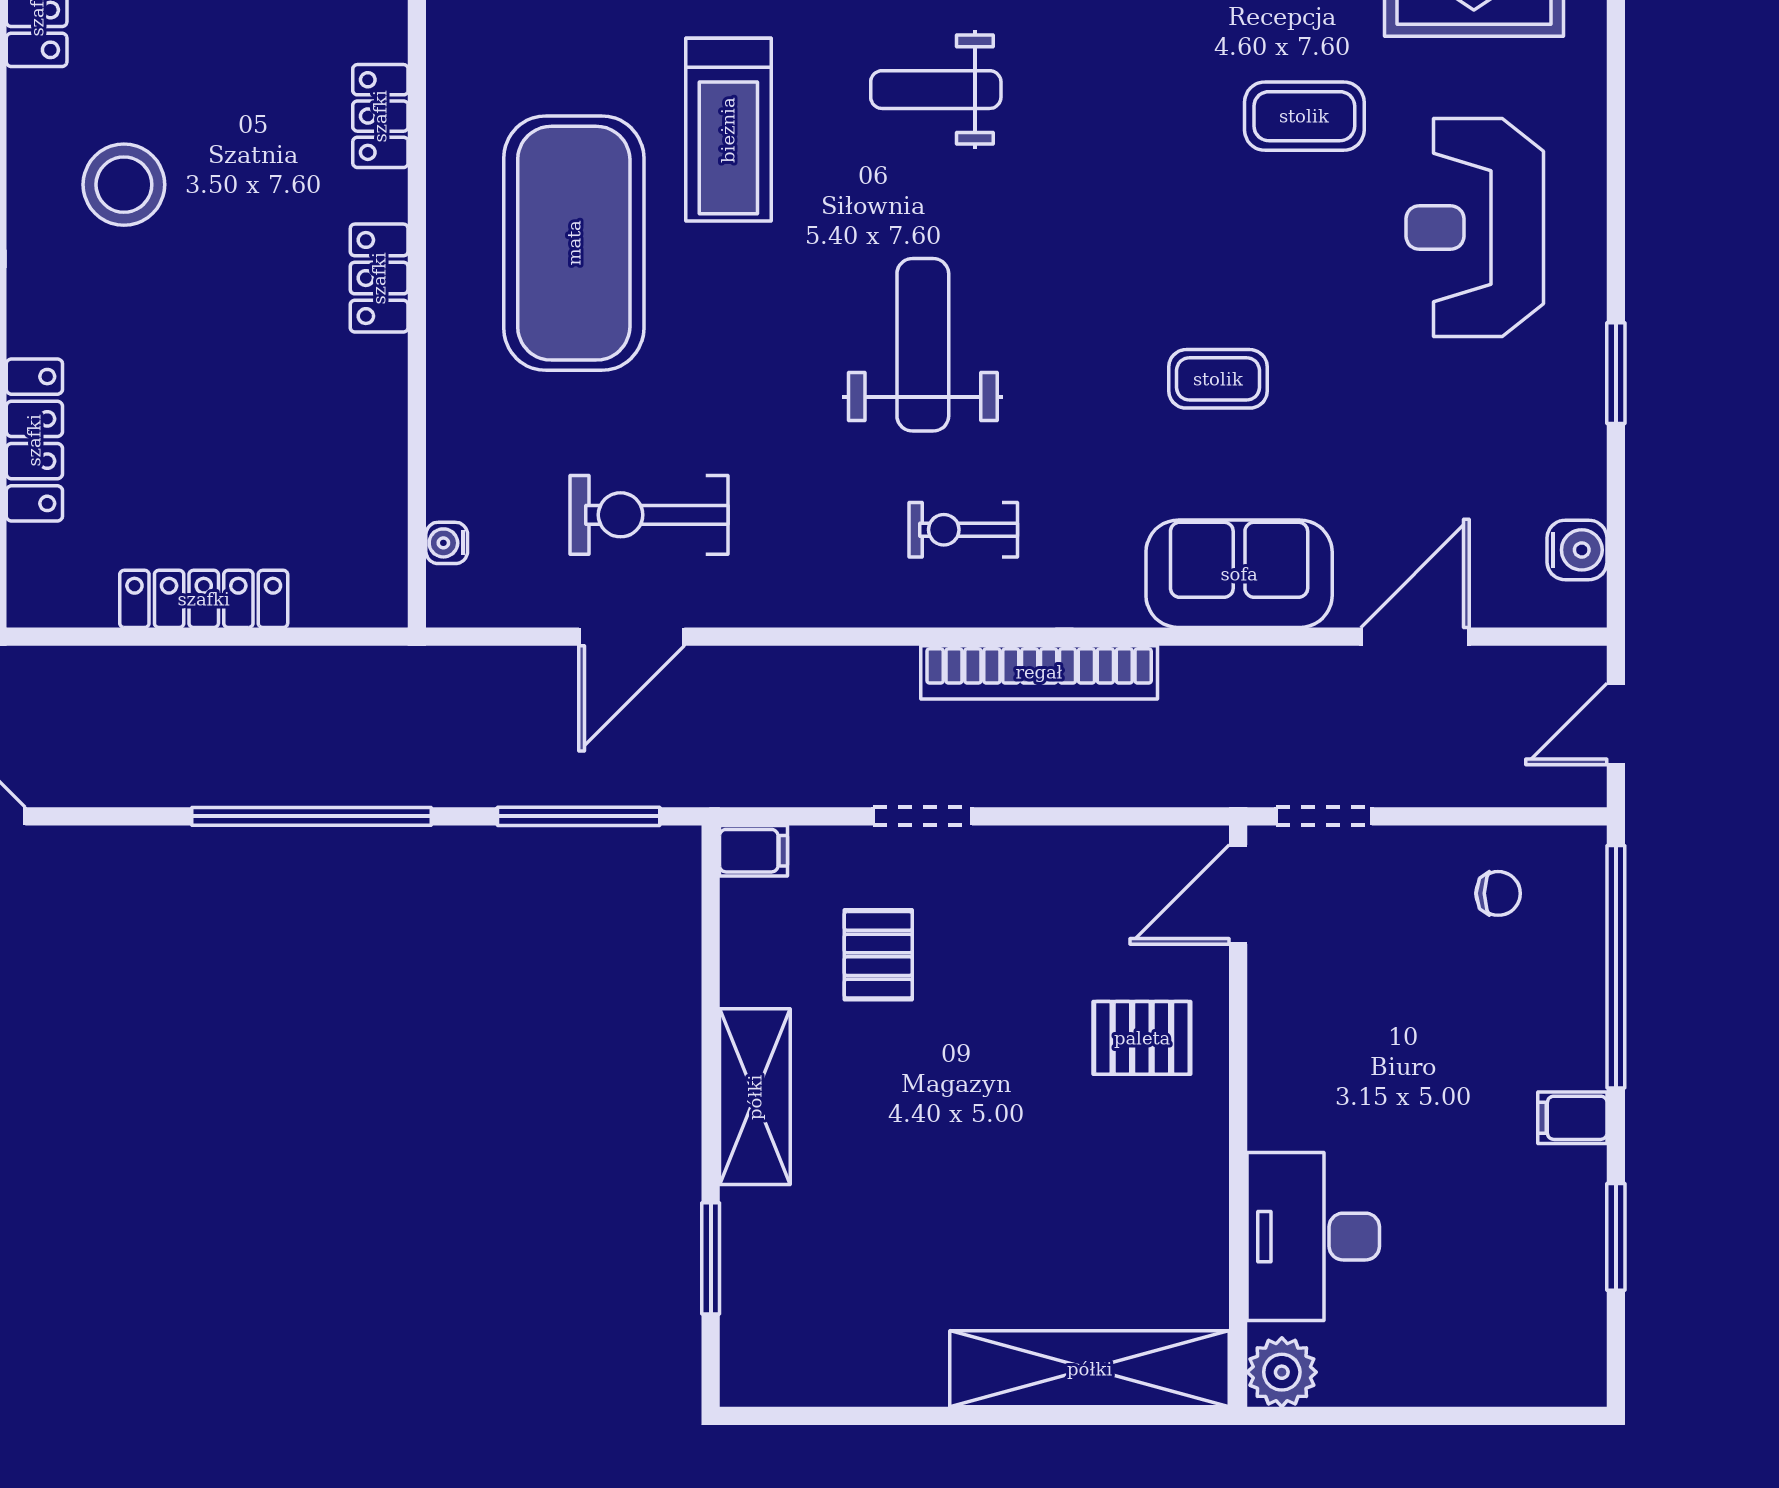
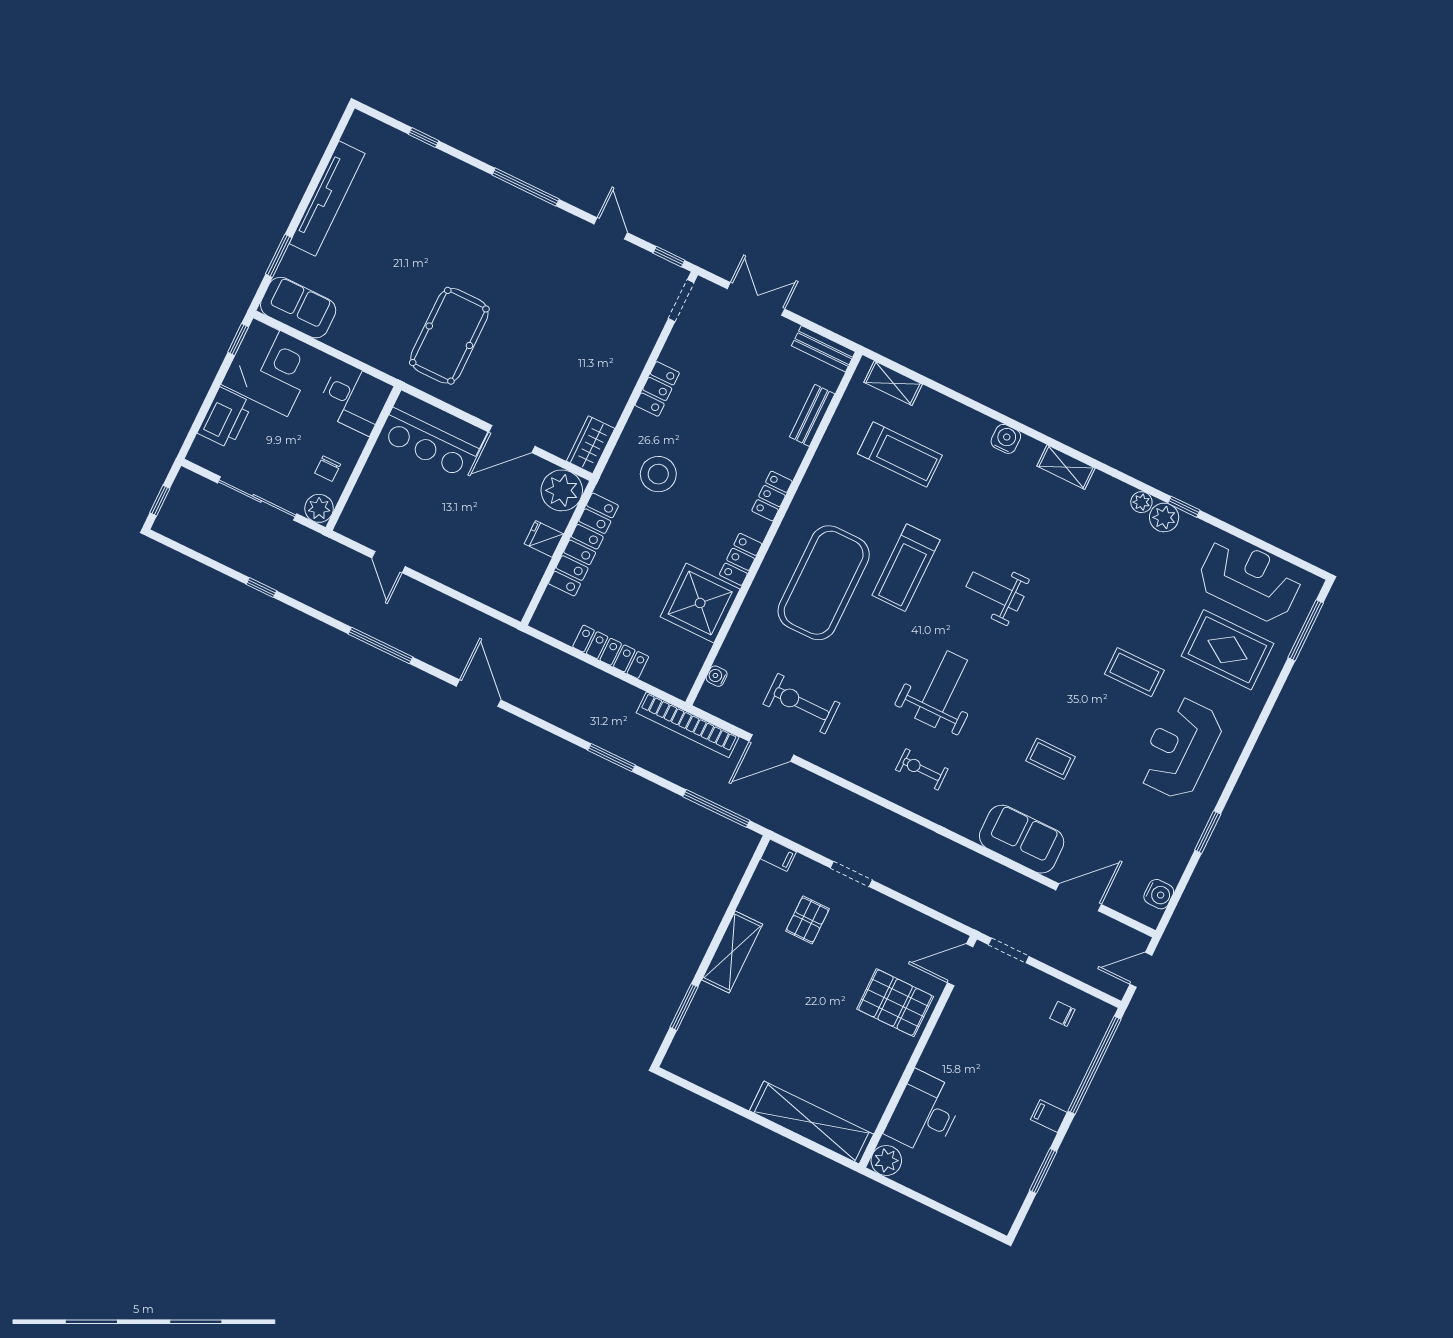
shower: (339, 409) -> (700, 603), added
locker: (34, 440) -> (583, 545), width x1.41, depth x1.21
bookcase: (1039, 672) -> (688, 725), moved
window: (311, 816) -> (612, 758), width x0.47
chair: (1498, 893) -> (1062, 1014), turned 180
pallet: (1142, 1038) -> (895, 1003), width x1.50, depth x1.42

